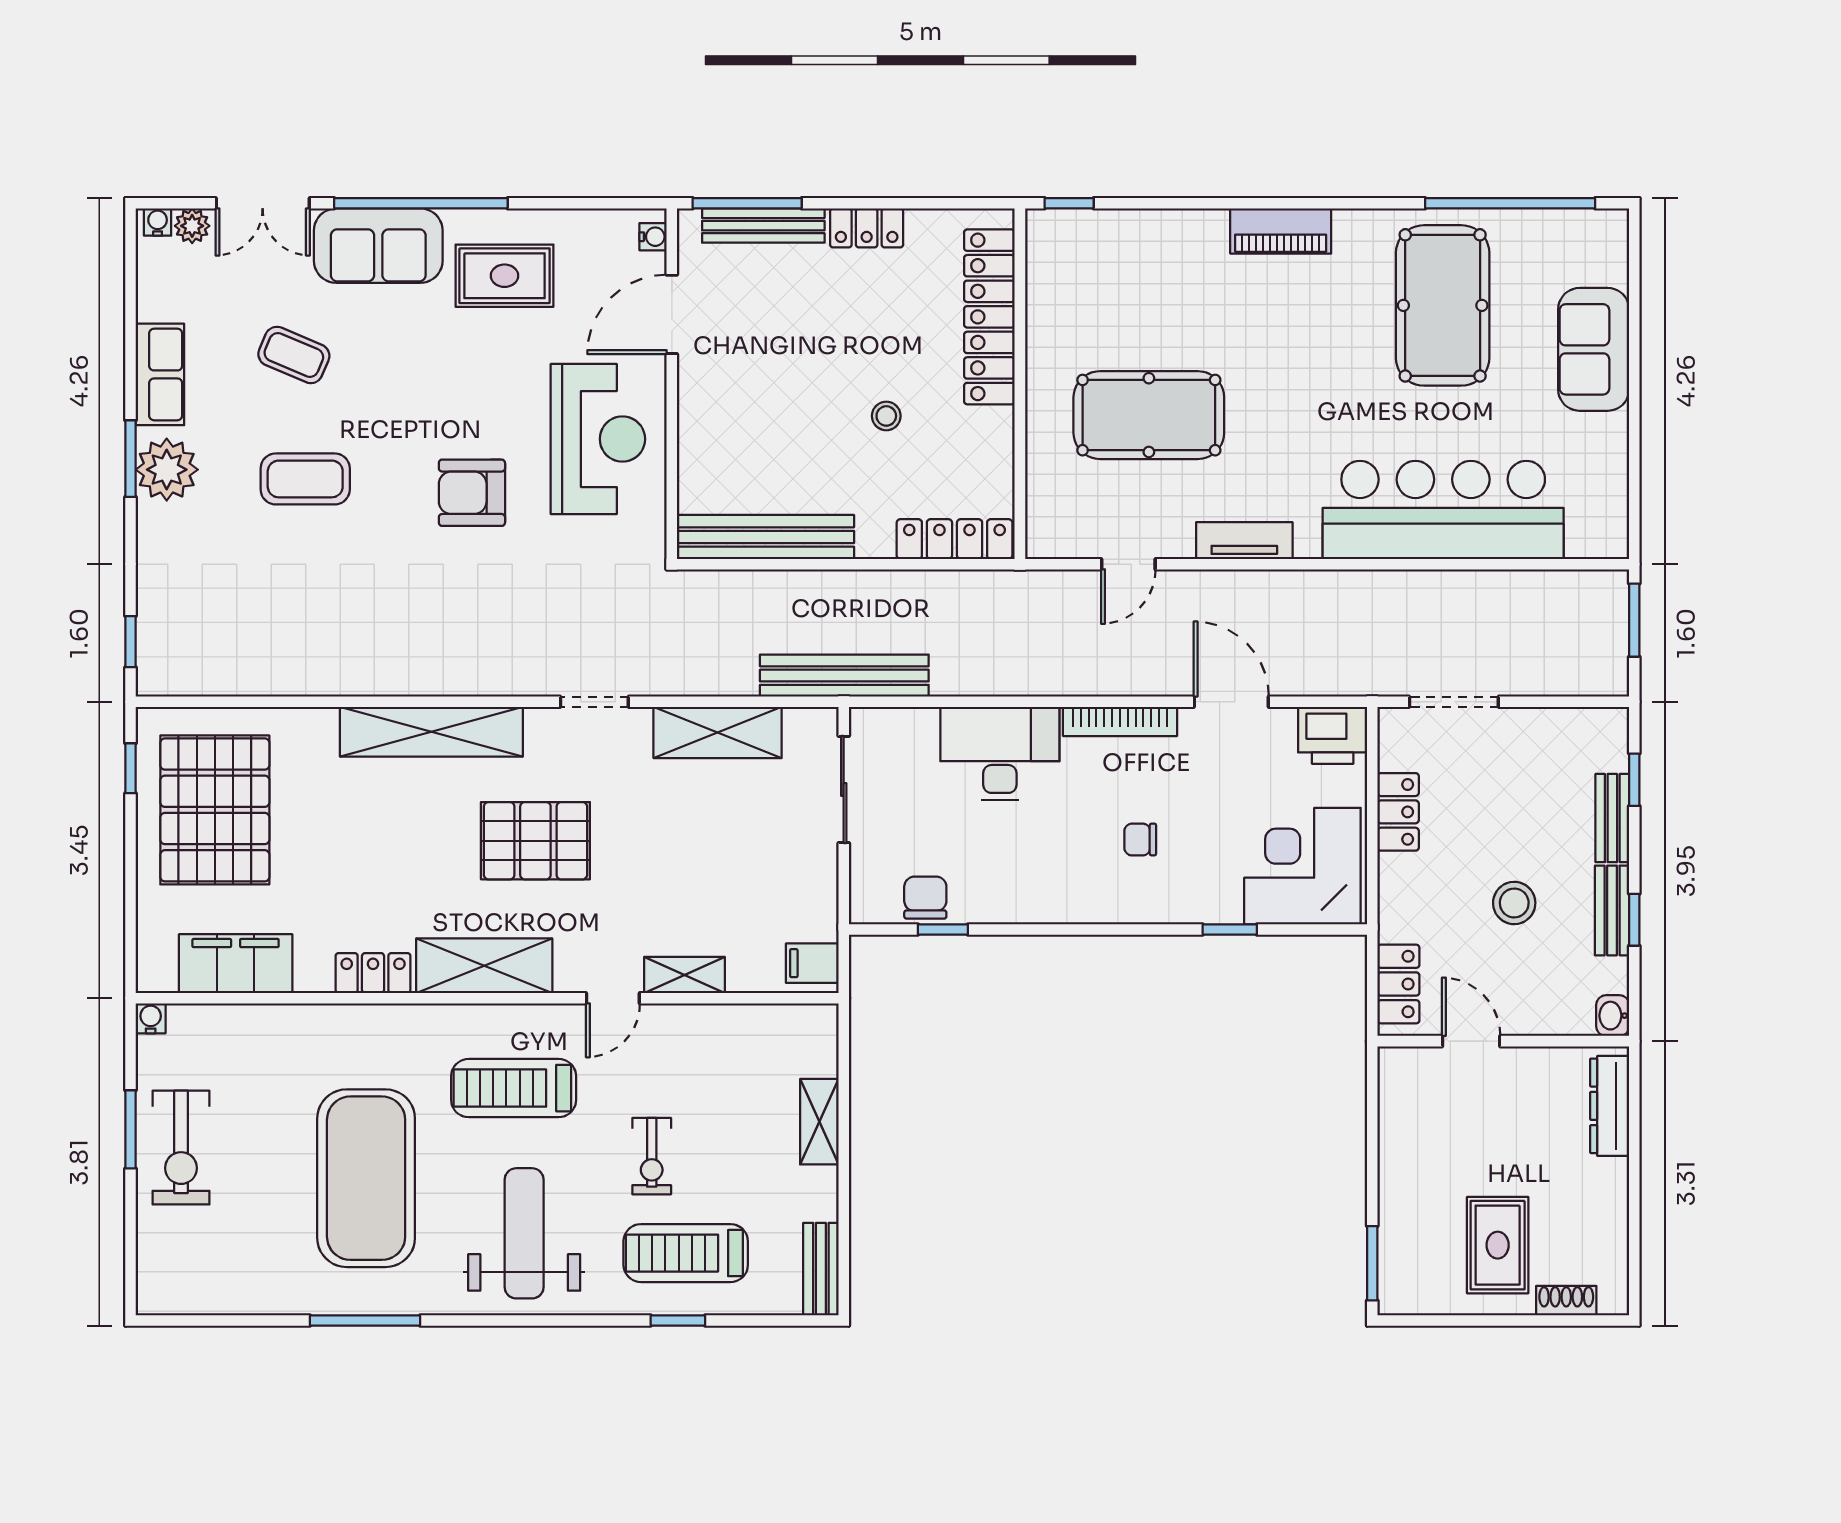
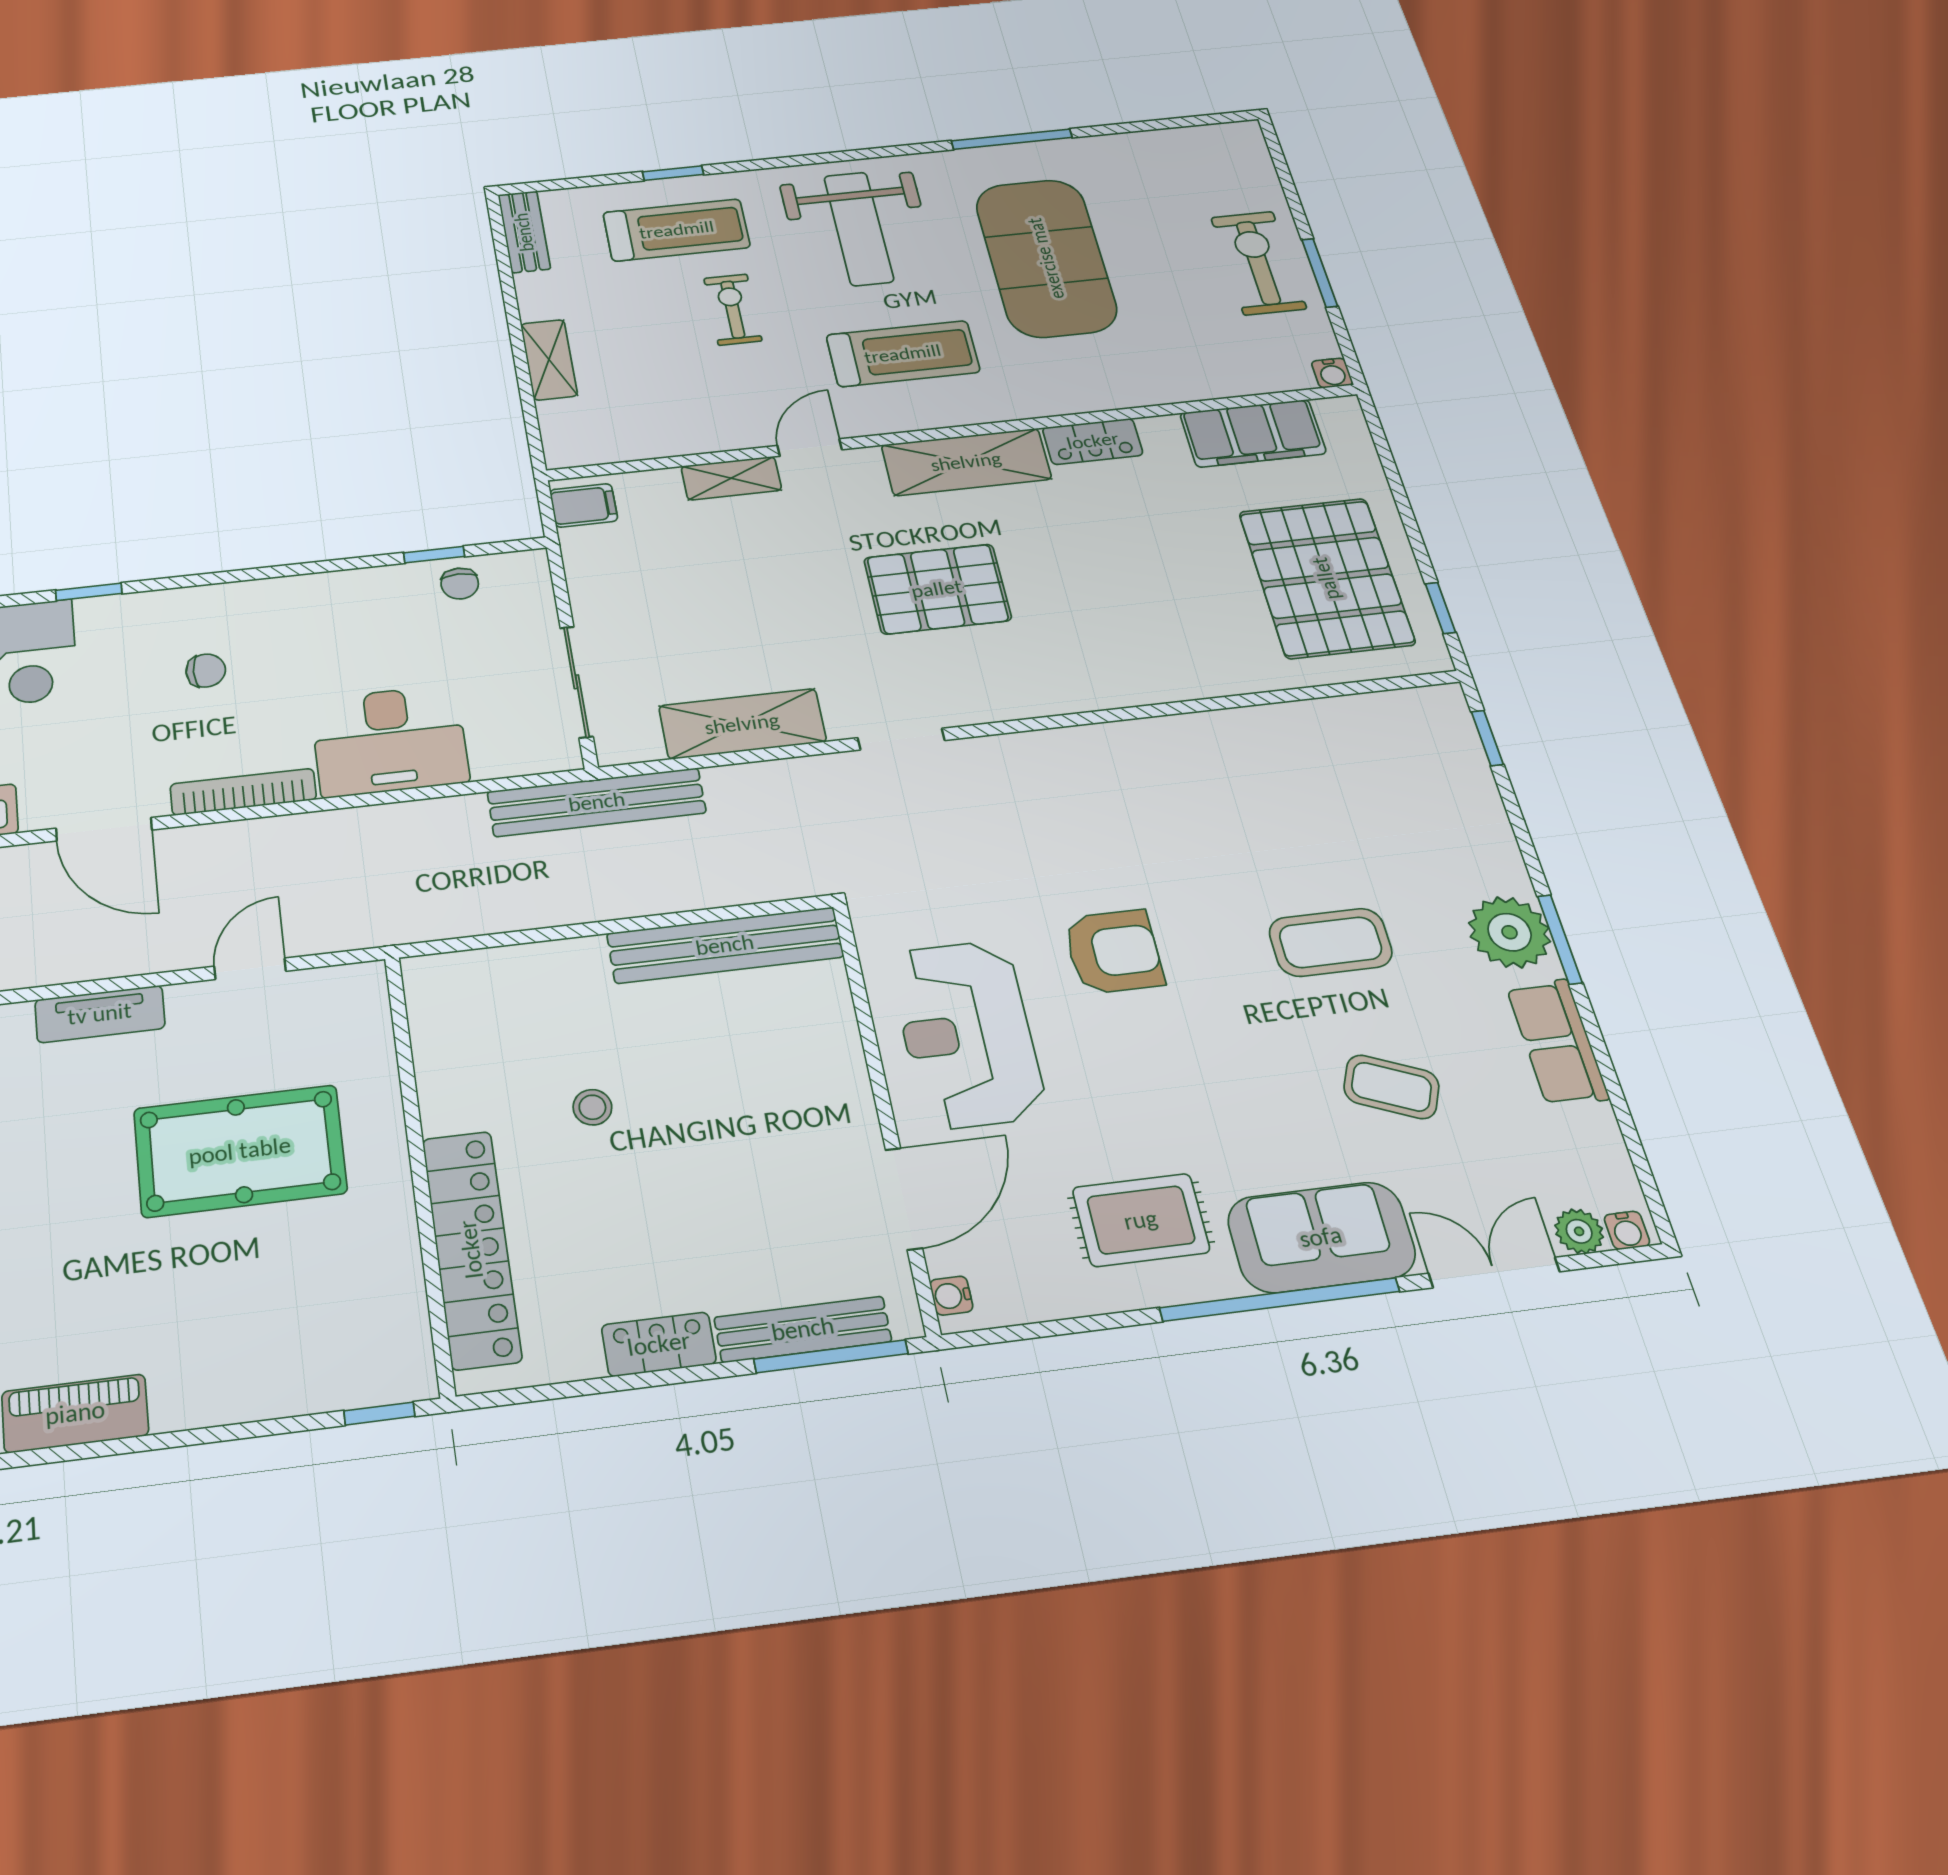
locker: (954, 539) -> (480, 971), removed
shelving: (431, 732) -> (1092, 685), removed
chair: (925, 898) -> (460, 584), width x0.73, depth x0.73

